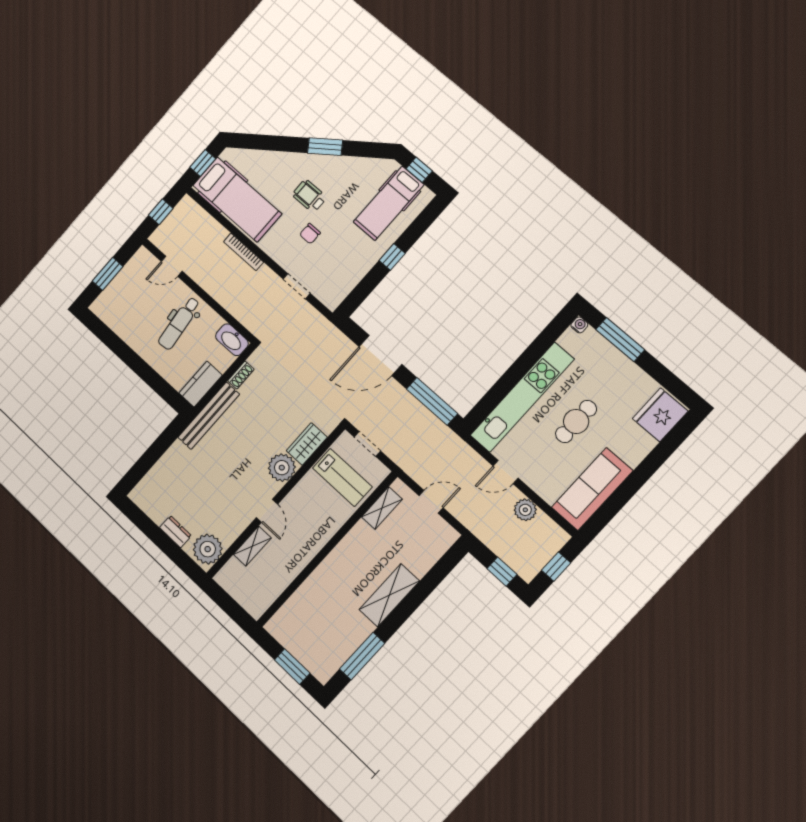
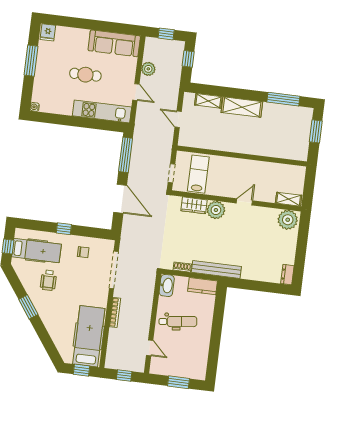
wheelchair: (309, 196) -> (48, 280), moved
chair: (310, 234) -> (83, 252), moved
doorway: (297, 286) -> (114, 270), width x1.88
window: (620, 340) -> (31, 61), moved
kitchen unit: (522, 397) -> (102, 111), width x0.73
fridge: (660, 415) -> (48, 32), width x0.53, depth x0.75
shelving: (382, 508) -> (208, 101), moved
dresser: (175, 532) -> (287, 275), moved
shelving: (252, 546) -> (289, 199), moved

